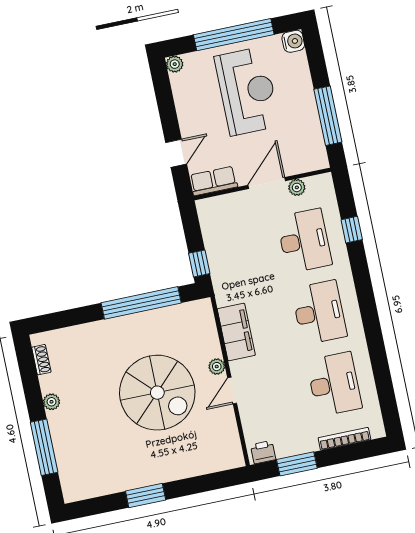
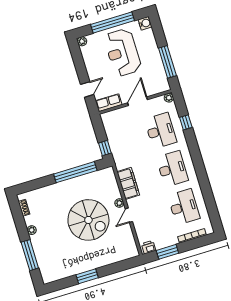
reception desk: (247, 91) -> (123, 52), turned 180
plant: (297, 187) -> (169, 98), moved

